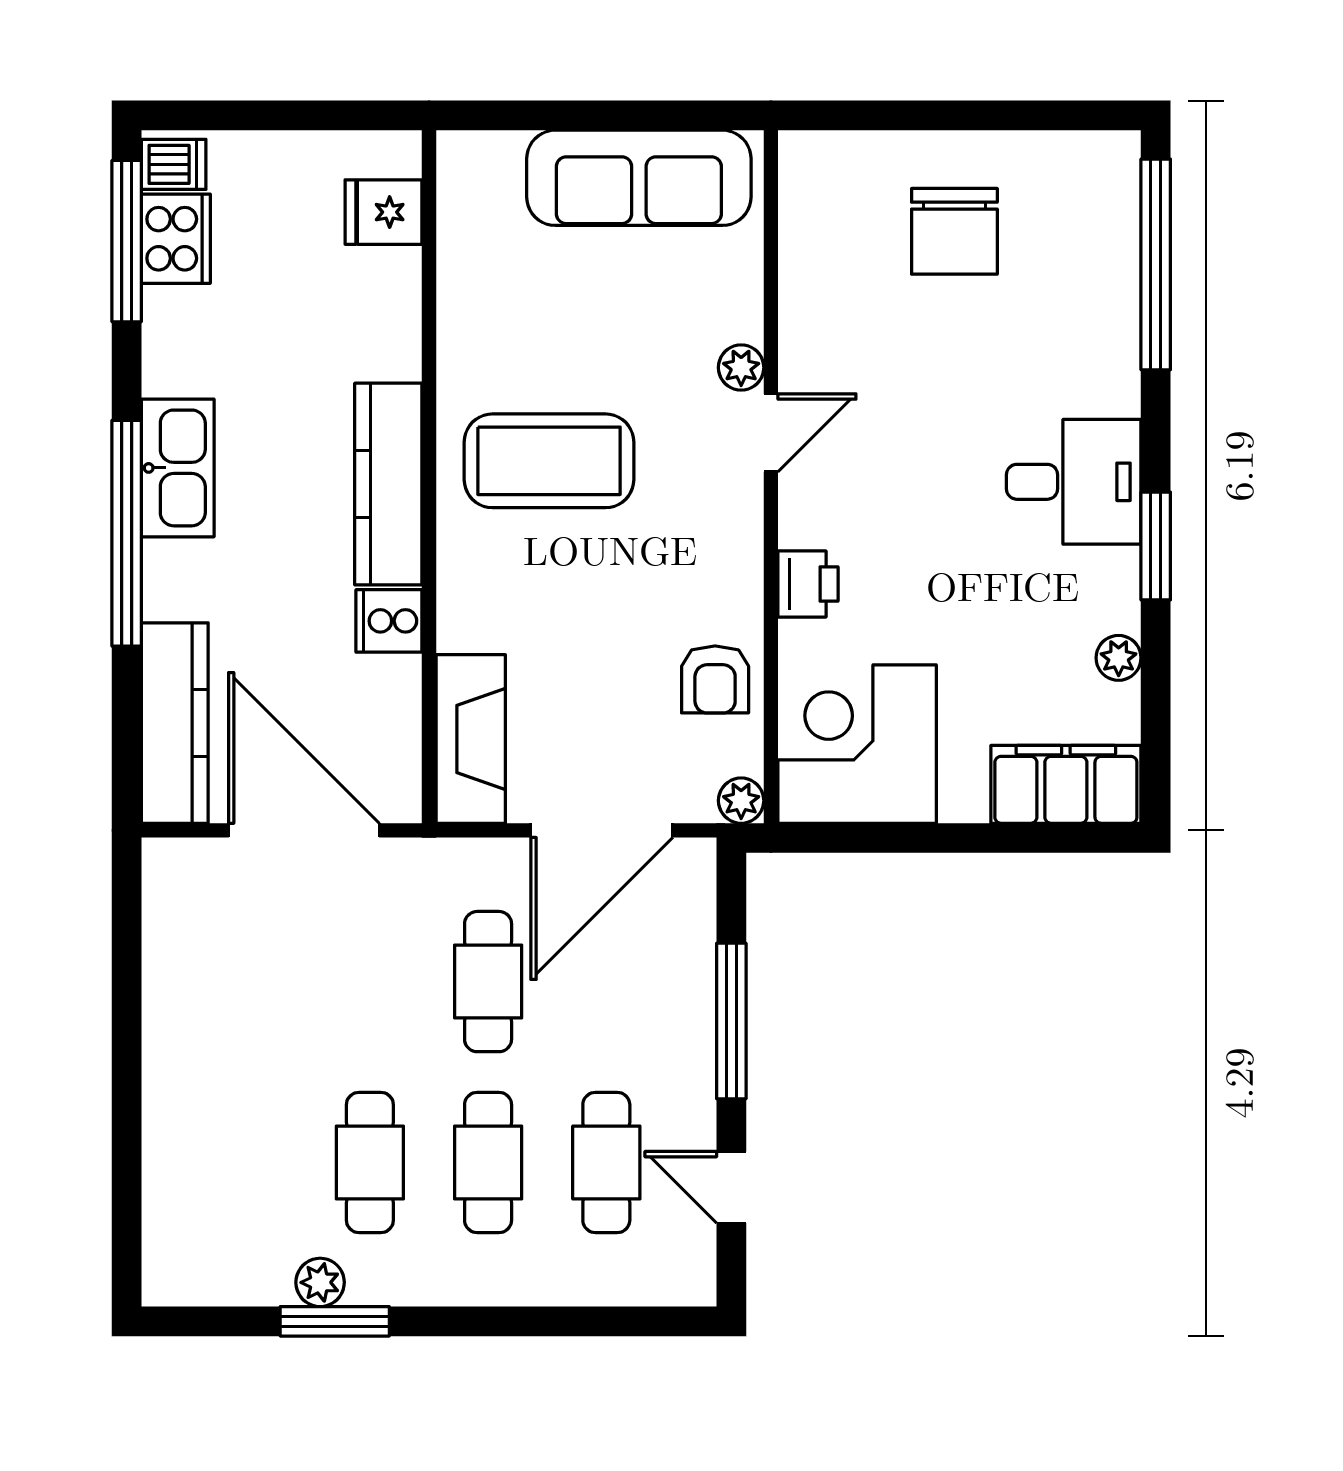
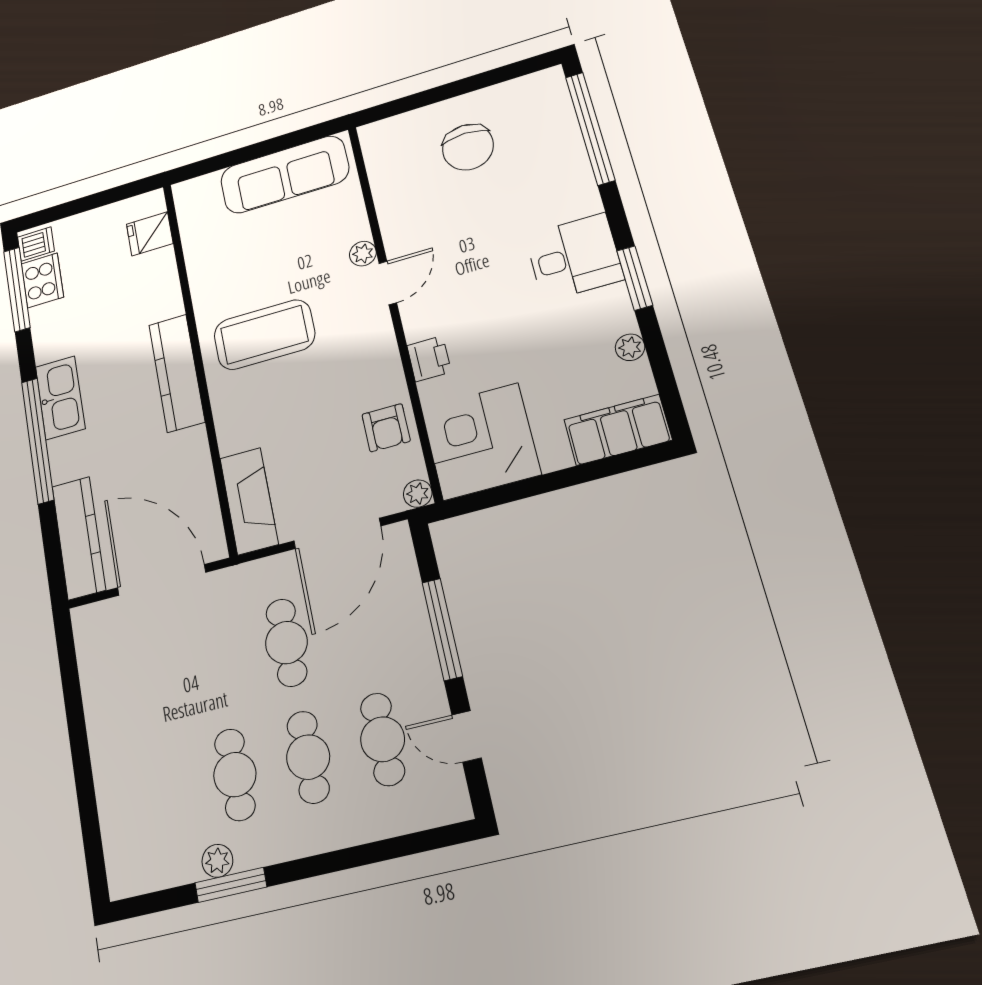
cooker: (389, 621) -> (190, 447), removed

